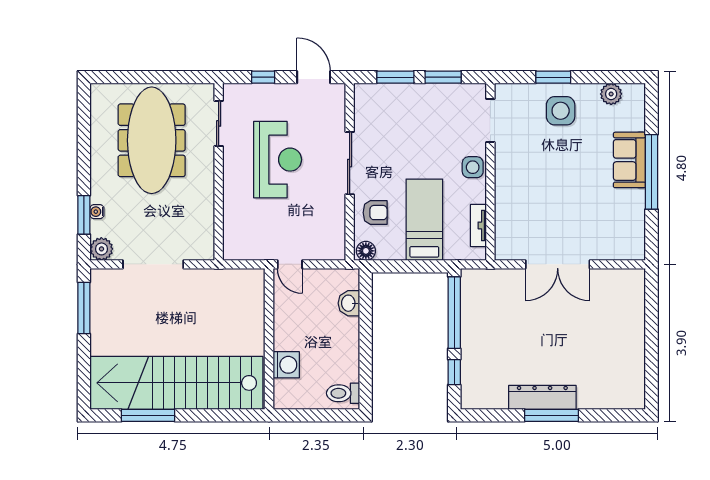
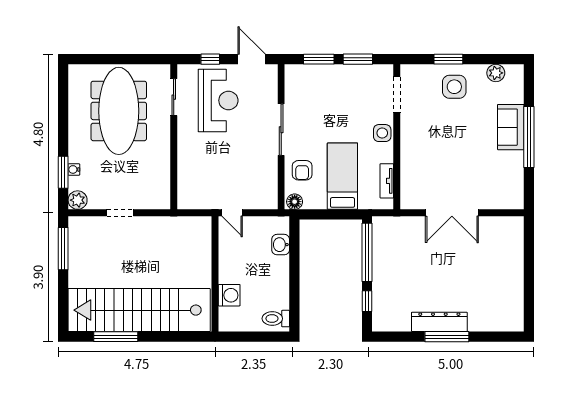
reception desk: (278, 160) -> (218, 100), moved
armchair: (375, 213) -> (302, 170), turned 90
doorway: (153, 264) -> (120, 213), width x0.53

